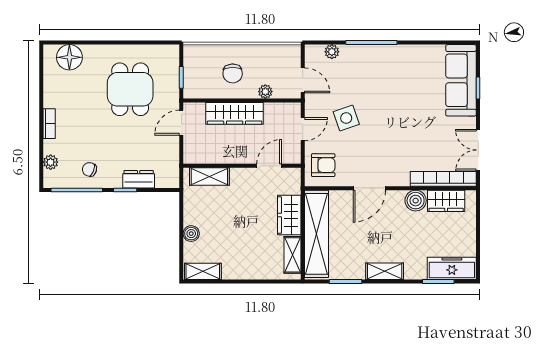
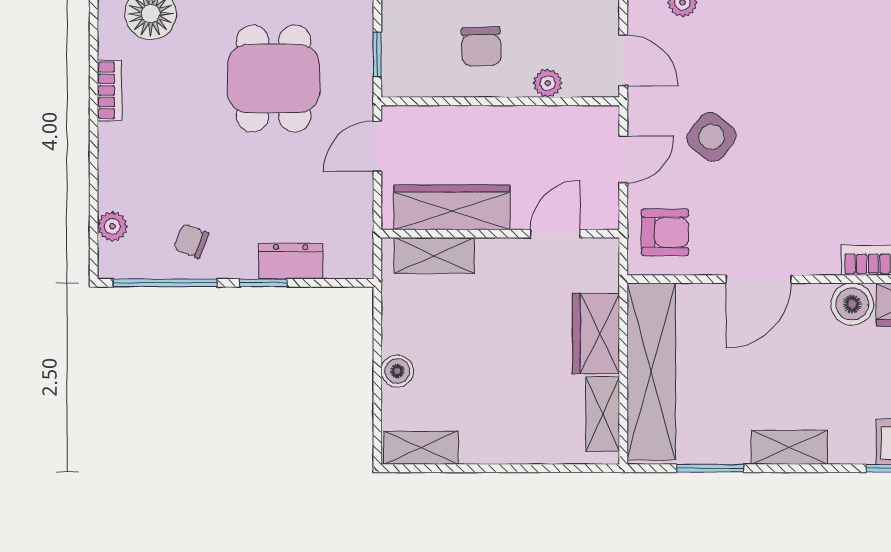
wardrobe: (235, 113) -> (452, 207), moved, turned 180
side table: (346, 118) -> (712, 137), turned -33
bookcase: (49, 124) -> (110, 90), moved

